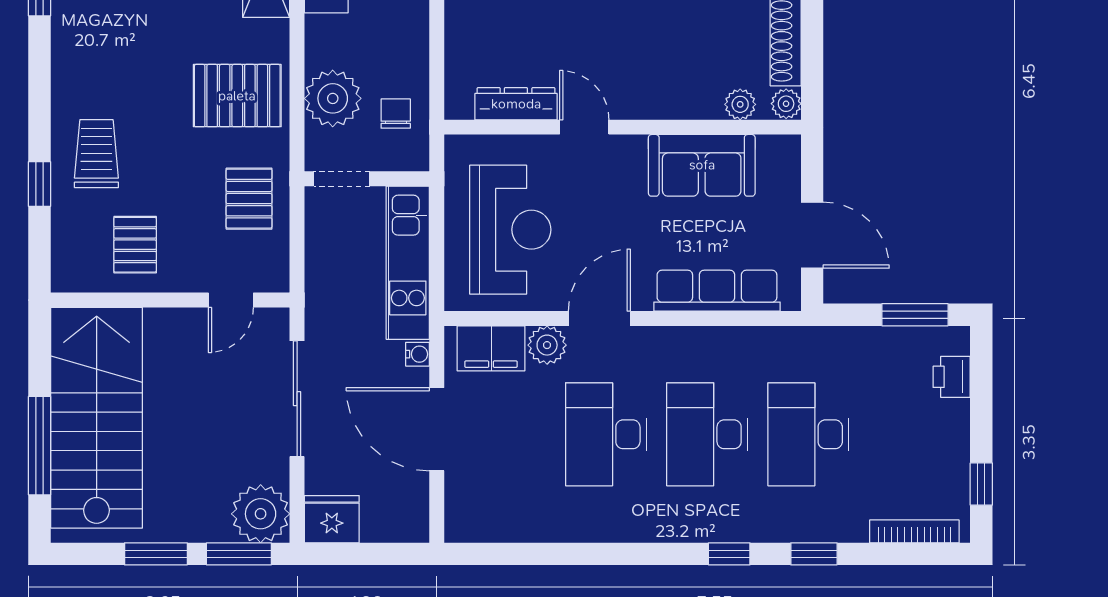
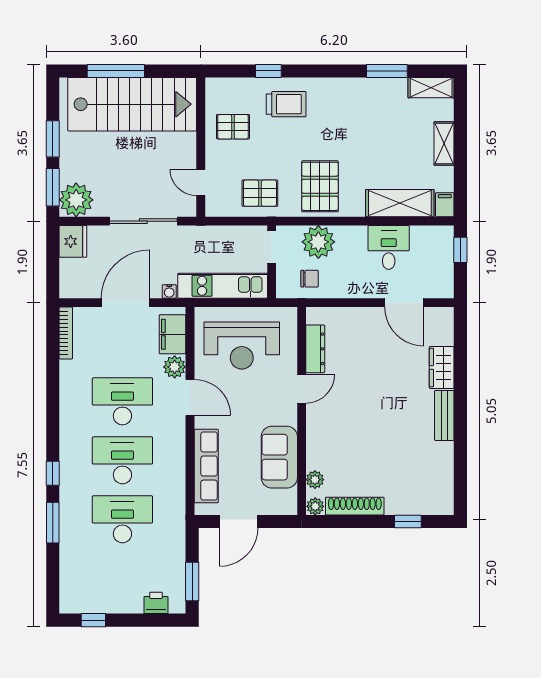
bookcase: (914, 531) -> (66, 333), moved
window: (814, 554) -> (53, 523), width x1.50

